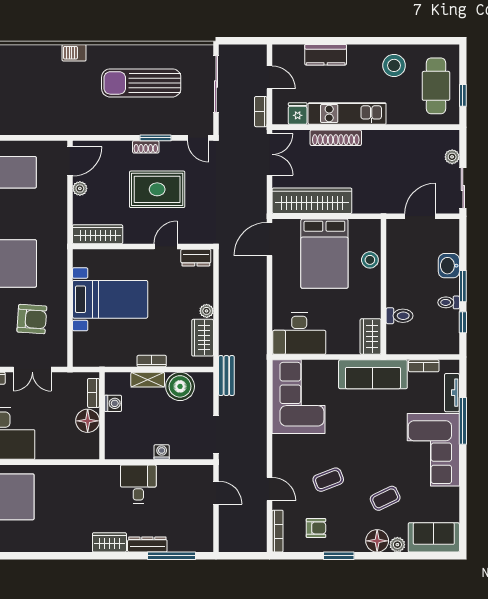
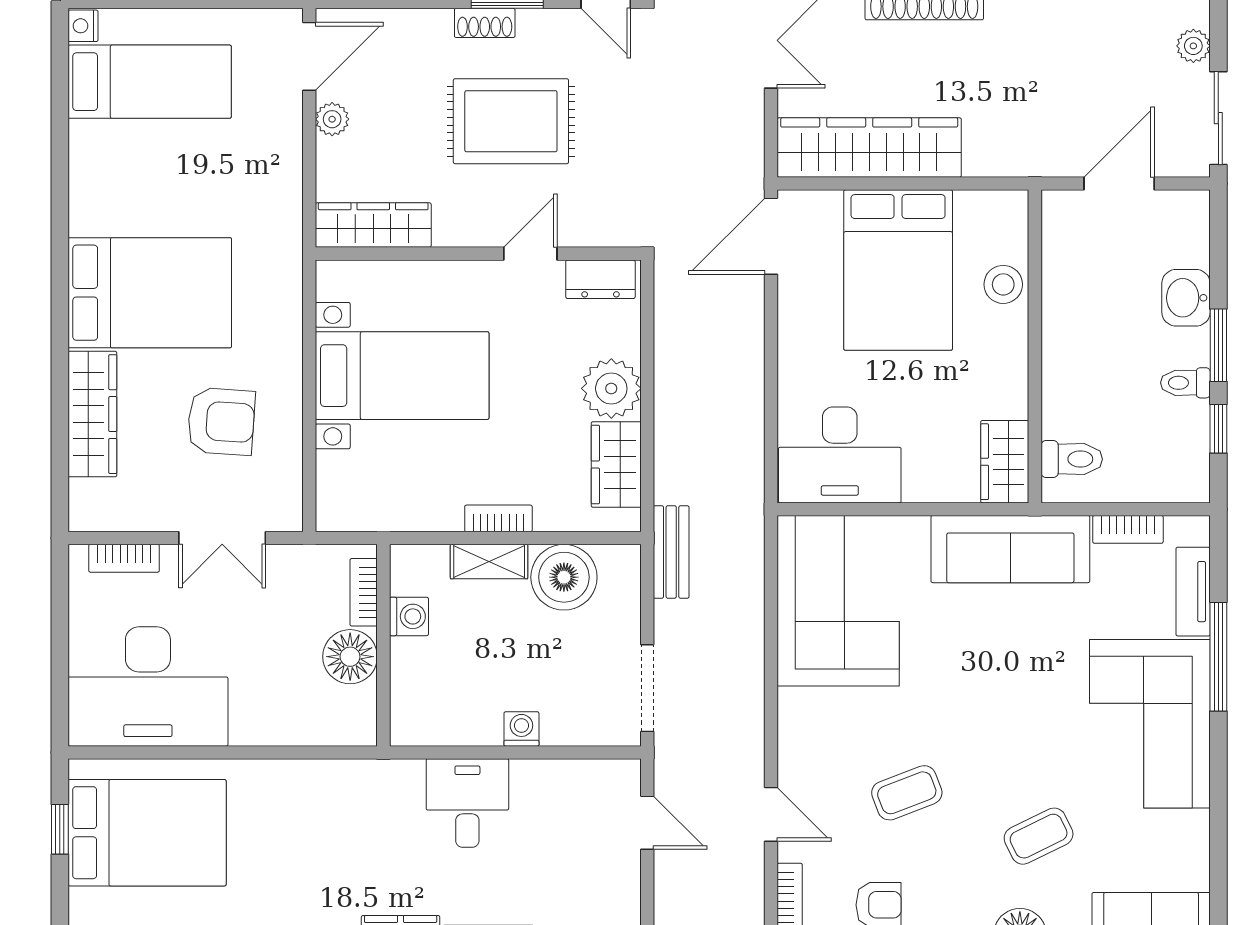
plant: (207, 311) -> (611, 388), width x1.87, depth x1.87
toilet: (400, 316) -> (1072, 459), moved

